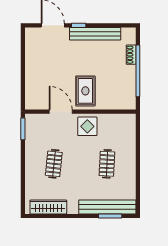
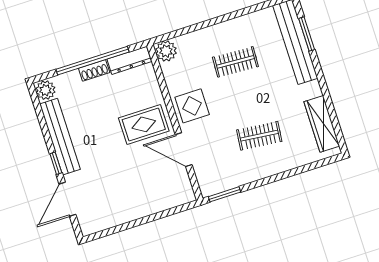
plant: (128, 34) -> (45, 90), added
shoe rack: (131, 55) -> (94, 70), moved
dresser: (130, 95) -> (129, 60), added
door: (61, 112) -> (184, 150), hinge flipped
plant: (129, 121) -> (166, 51), added

